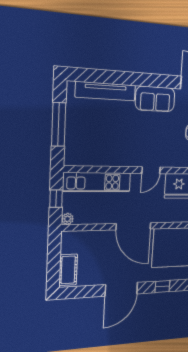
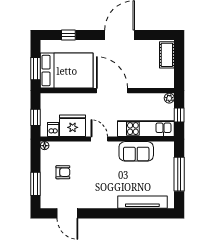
sofa: (155, 99) -> (136, 151), moved, turned 180
door: (151, 170) -> (99, 139), hinge flipped
window: (162, 286) -> (68, 35), moved

